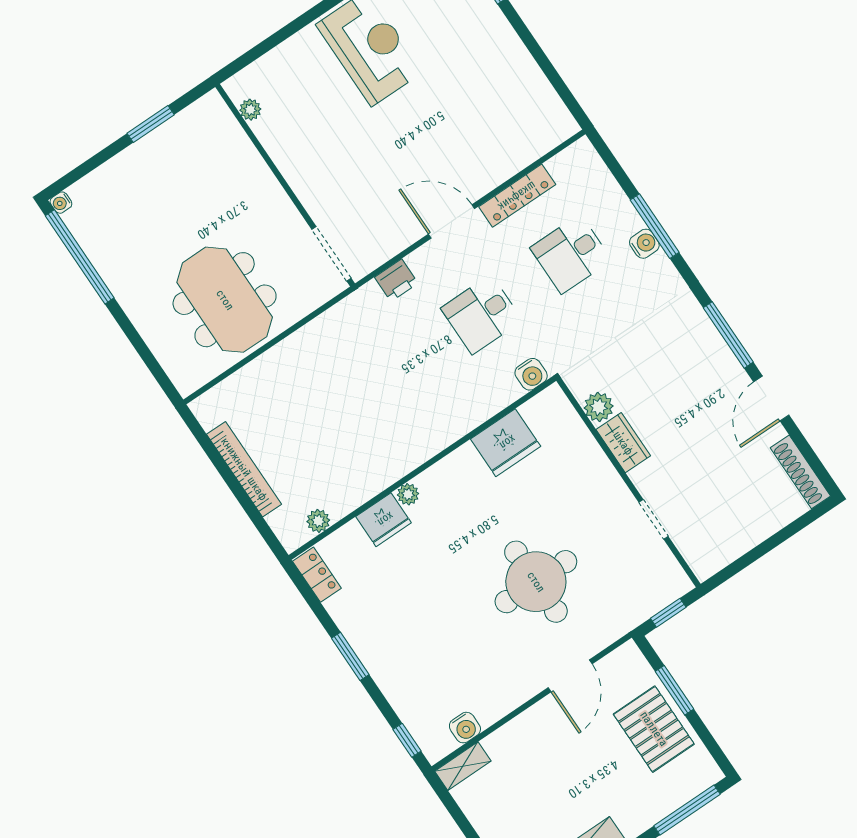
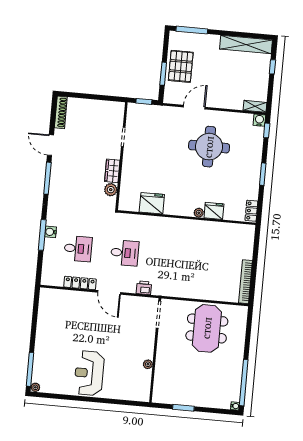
plant: (250, 110) -> (148, 364), moved
water cooler: (531, 374) -> (124, 219), removed
door: (771, 398) -> (50, 145), swing flipped
bookcase: (244, 469) -> (245, 282), moved
plant: (318, 521) -> (236, 228), removed
round table: (536, 582) -> (209, 147), moved
water cooler: (465, 728) -> (259, 120), moved

